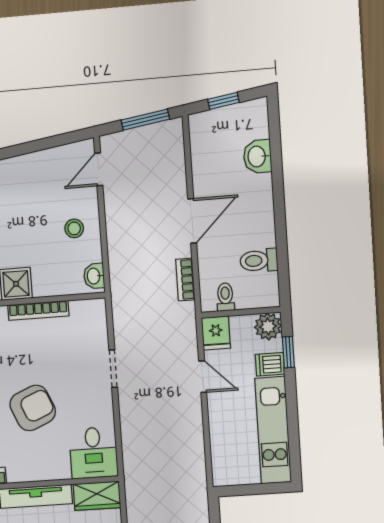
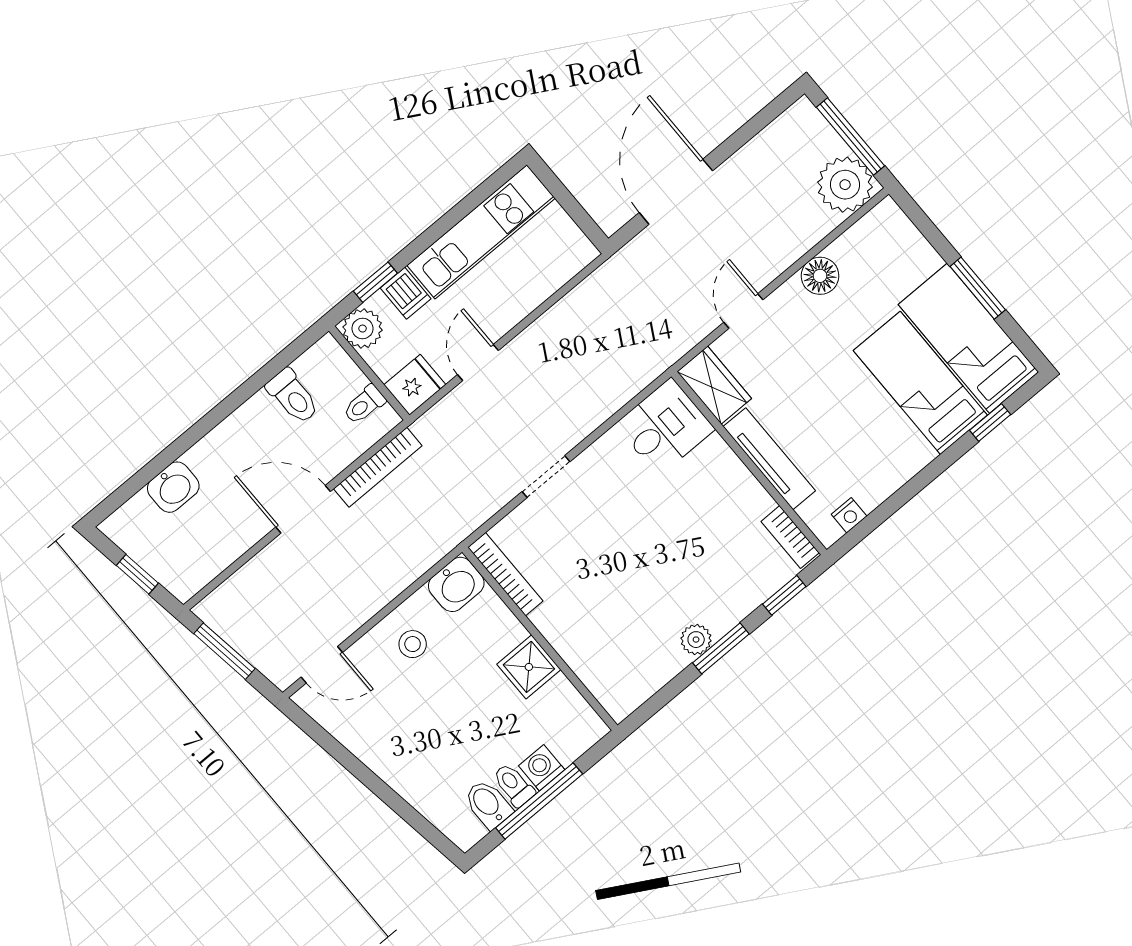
washbasin: (94, 276) -> (456, 584), width x1.38, depth x1.45
bookcase: (185, 280) -> (378, 467), width x1.56
bookcase: (38, 310) -> (505, 574), moved
armchair: (33, 408) -> (664, 540), removed

